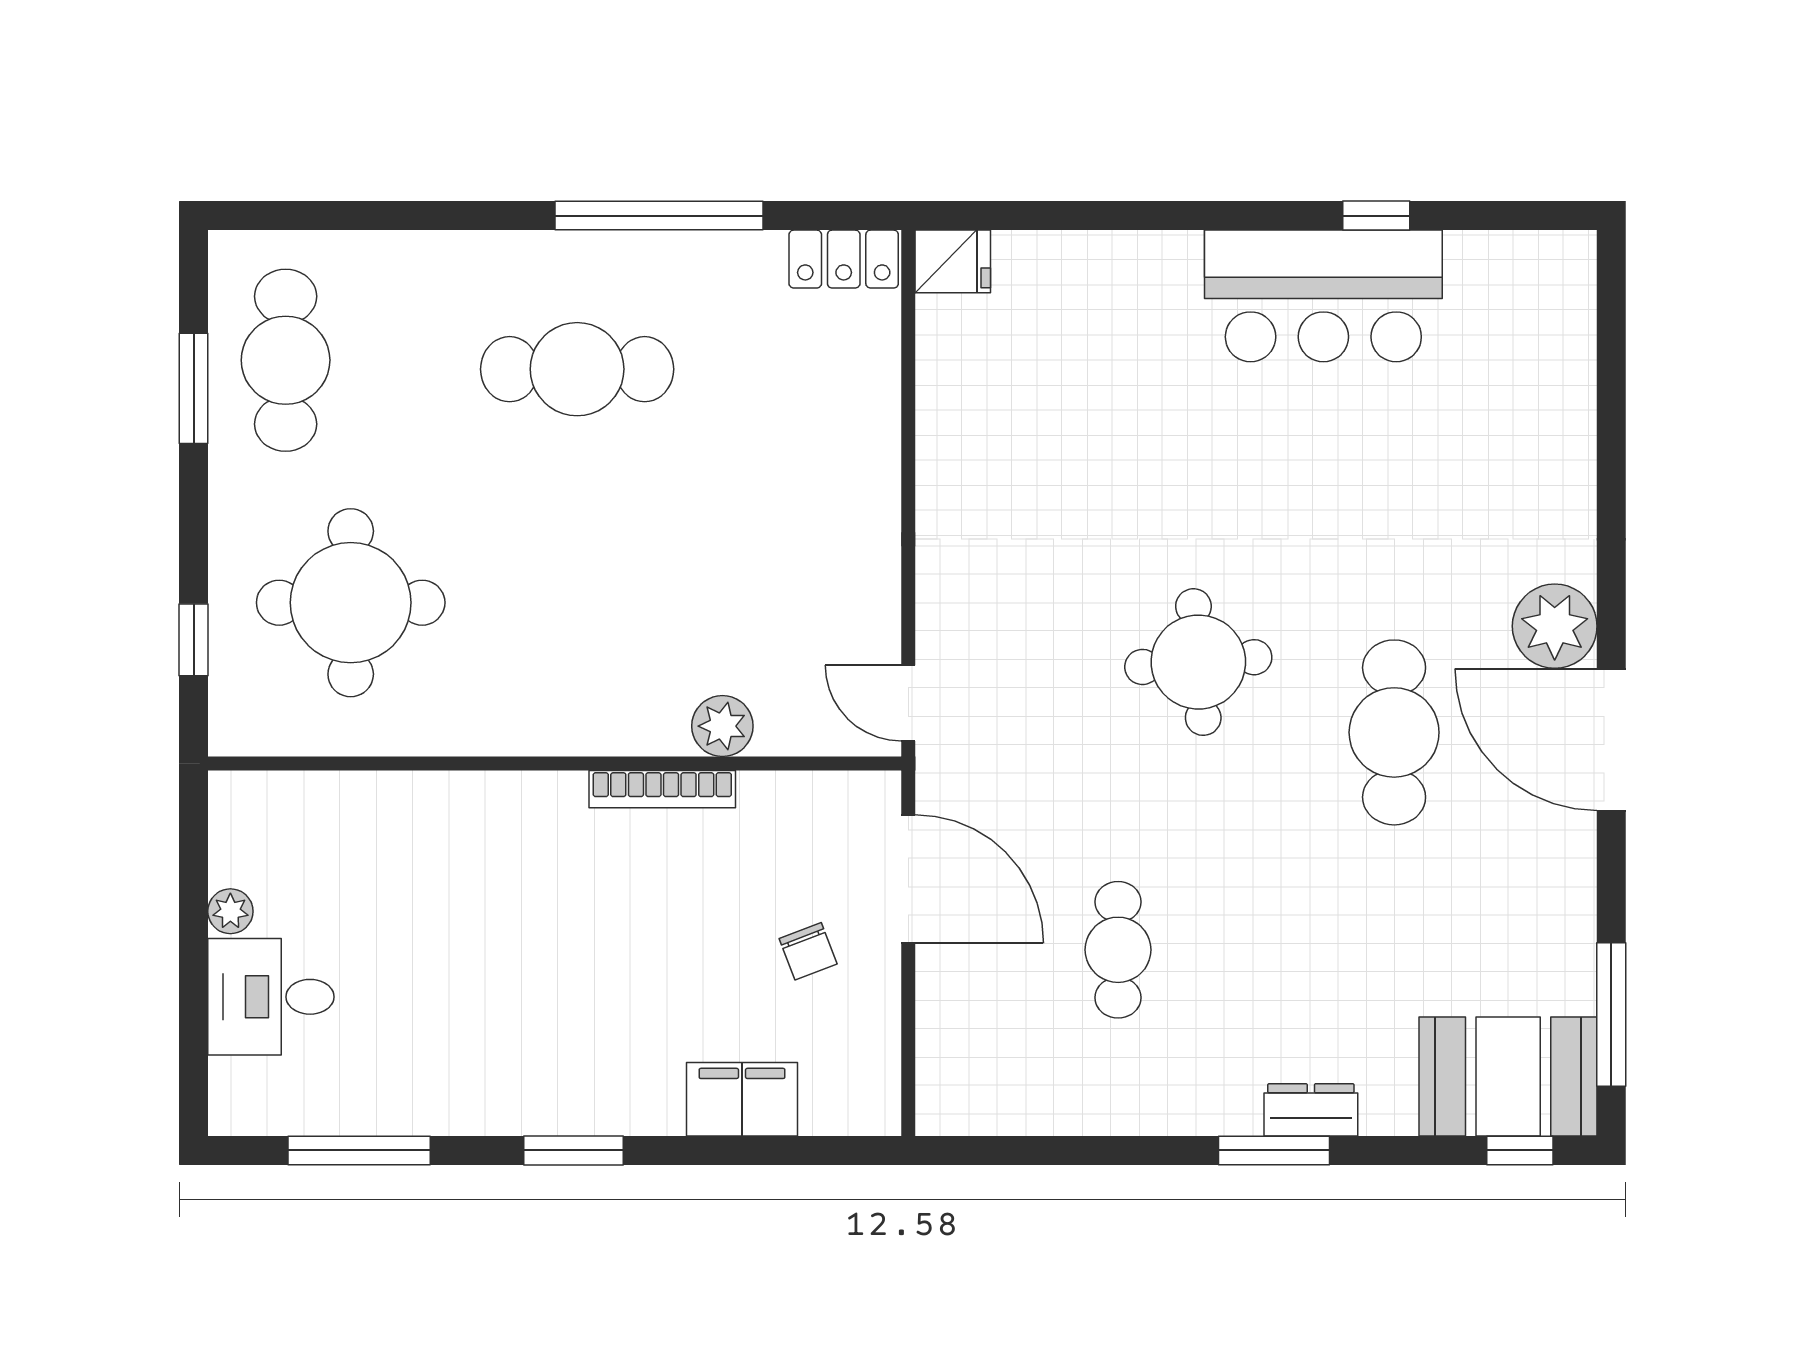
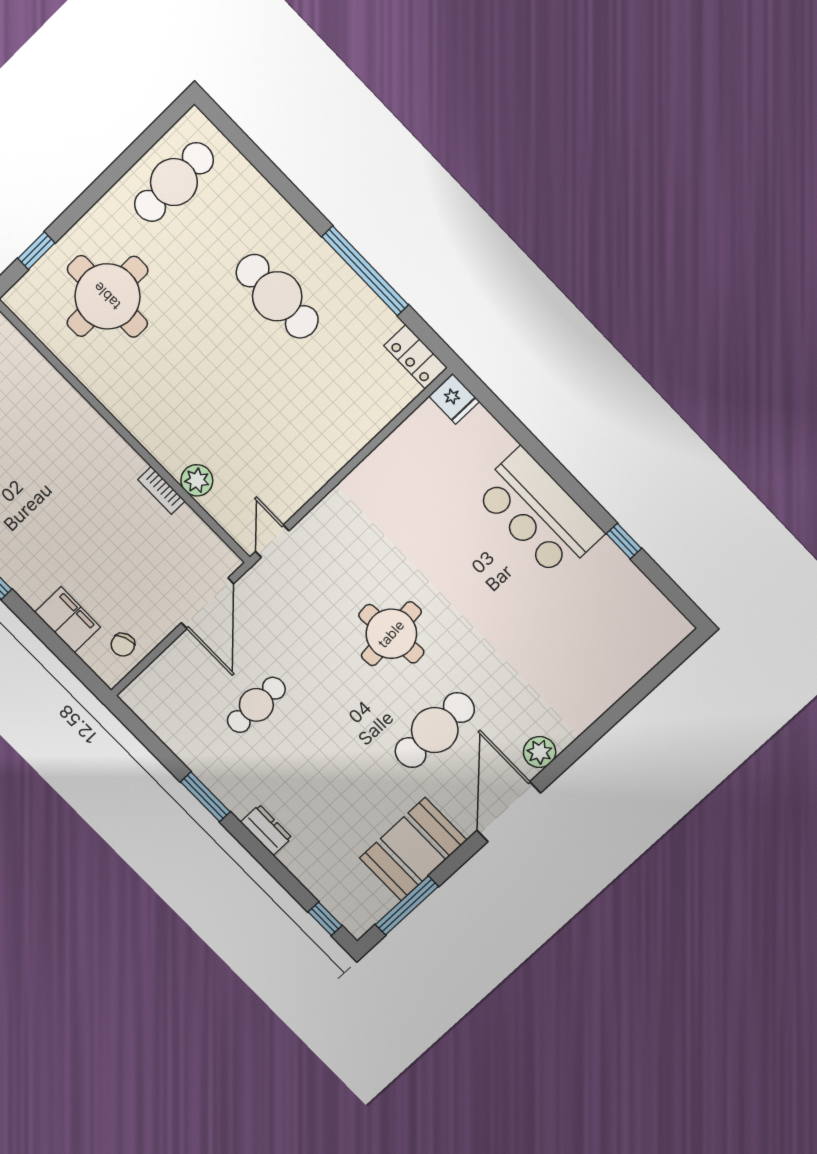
bar counter: (1323, 296) -> (538, 513), moved
window: (194, 388) -> (130, 157), removed
plant: (1555, 626) -> (540, 752), width x0.73, depth x0.73
bookcase: (662, 789) -> (161, 490), width x0.64
chair: (808, 951) -> (123, 645), moved
booth: (1508, 1076) -> (413, 849), moved, turned 90
window: (1274, 1150) -> (205, 797), moved

